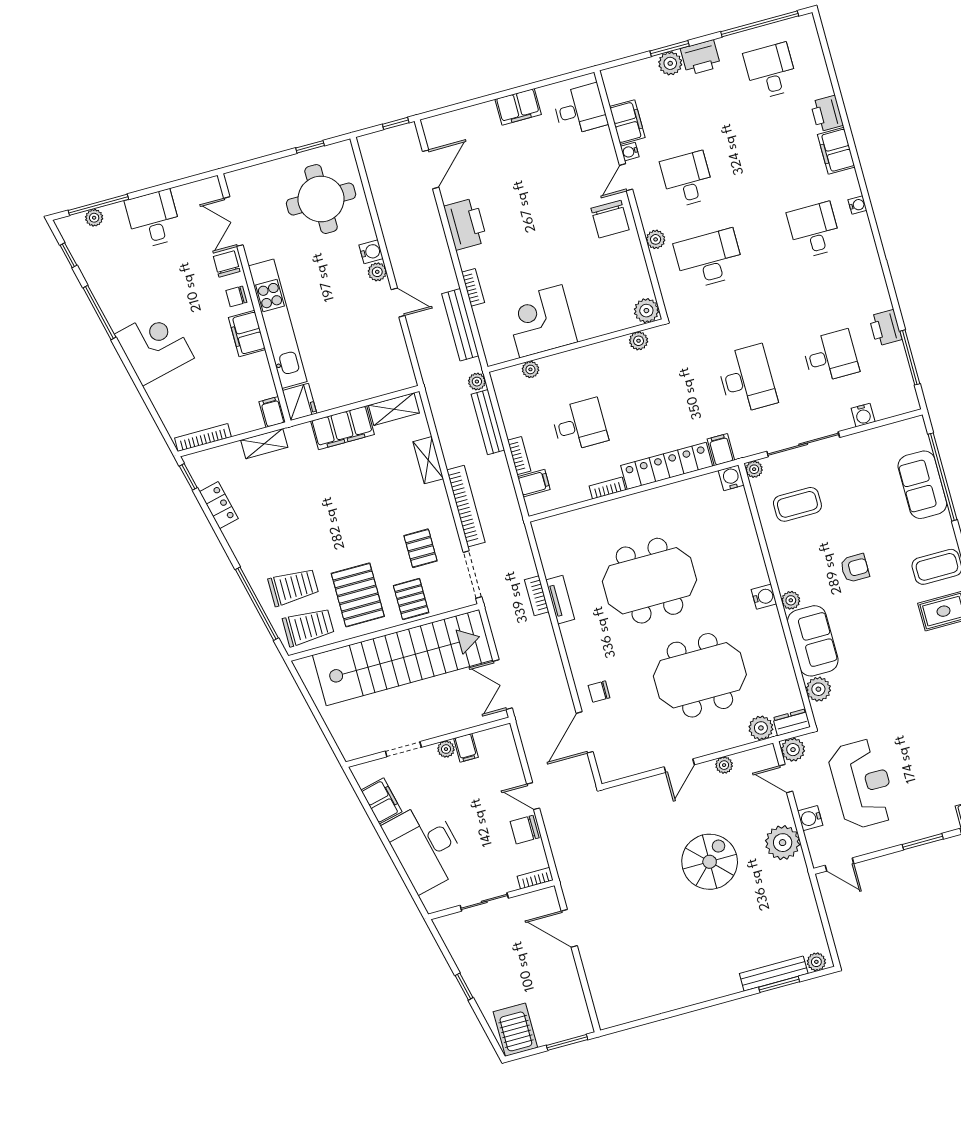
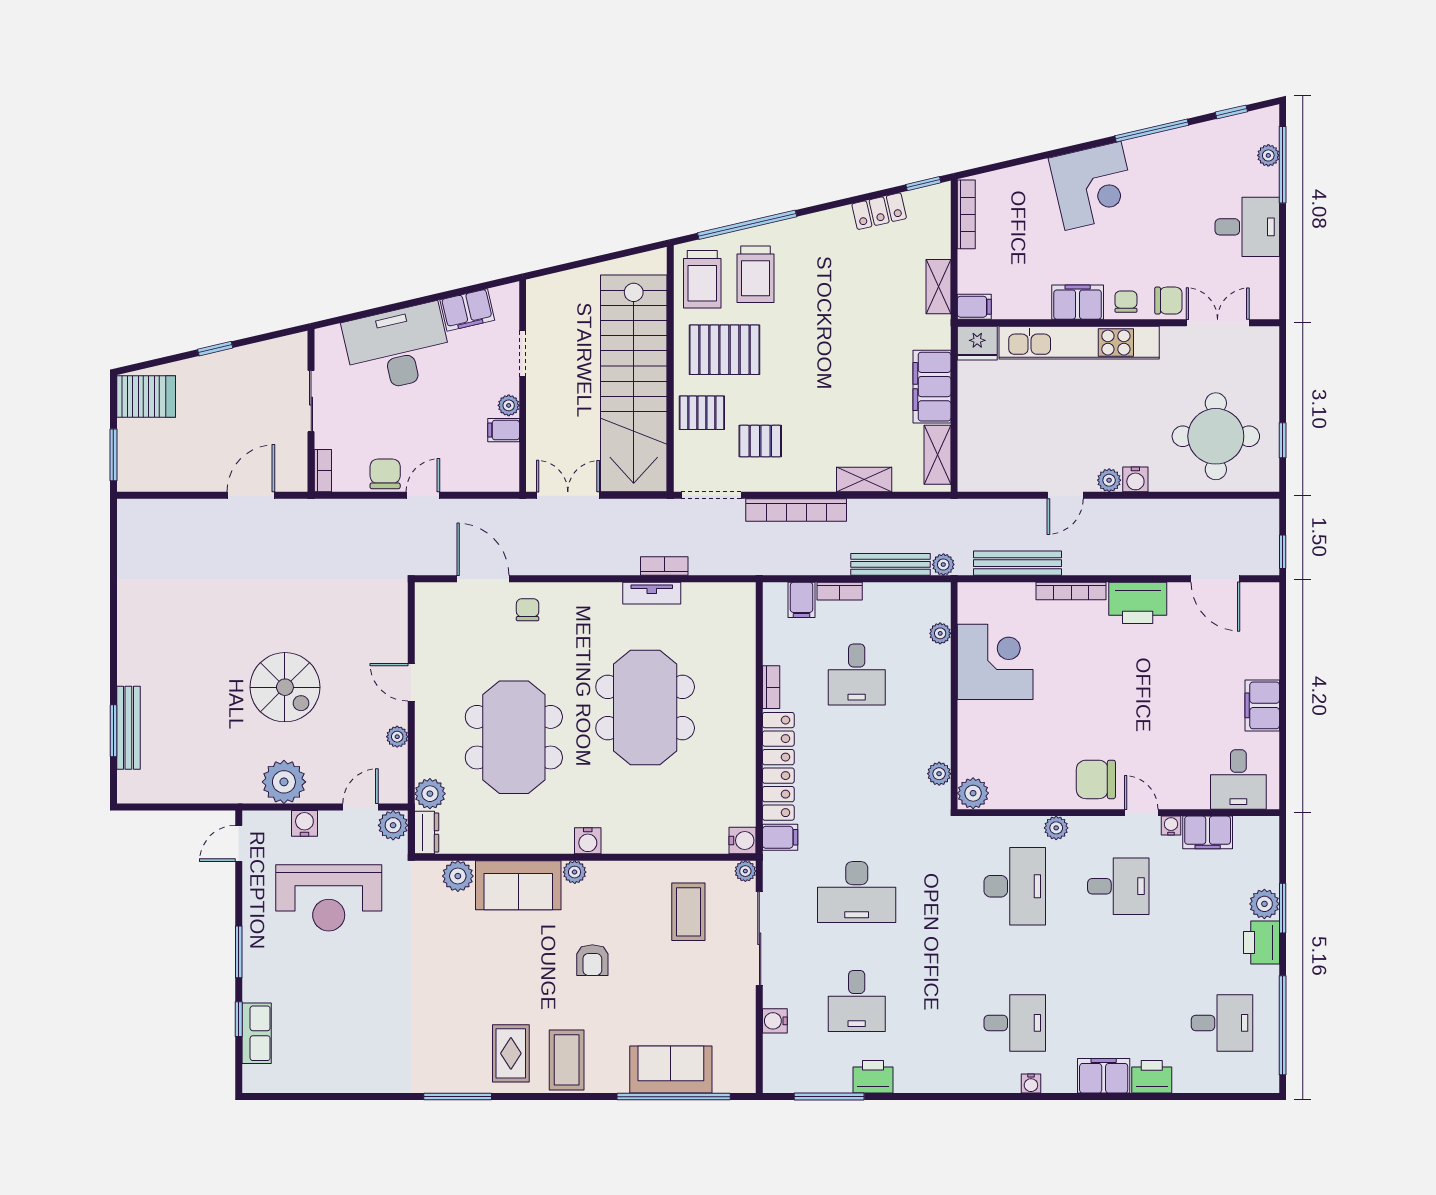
bookcase: (473, 287) -> (1071, 591), width x1.56
plant: (816, 962) -> (128, 783), removed

